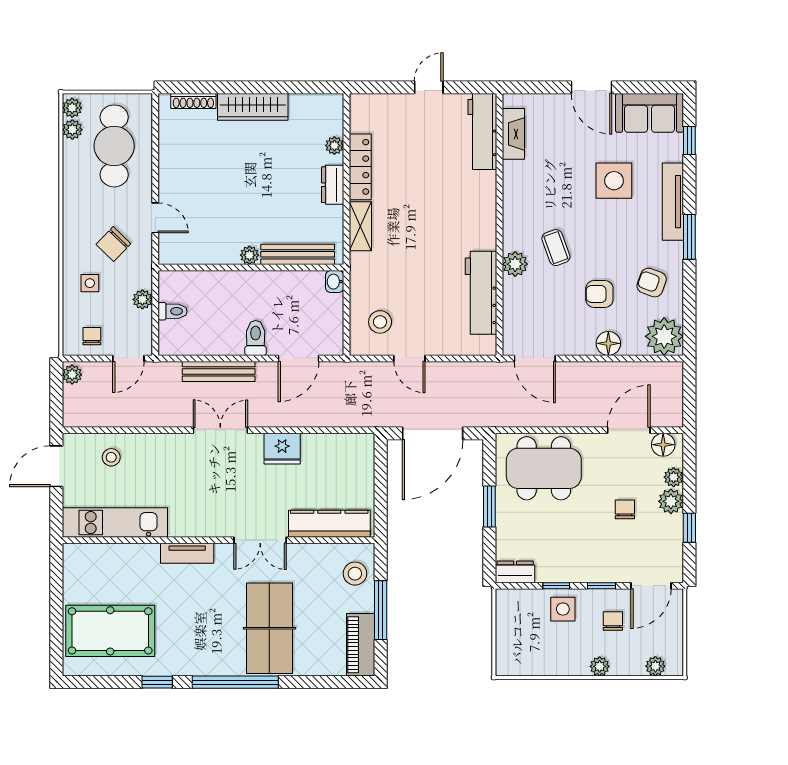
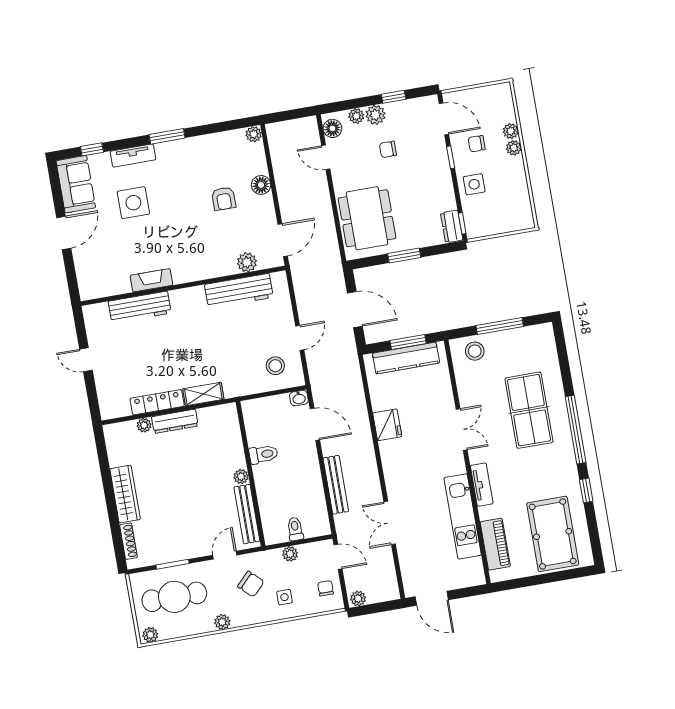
plant: (72, 130) -> (222, 622), moved
workbench: (482, 131) -> (140, 307), moved
fireplace: (513, 134) -> (151, 280), moved
window: (155, 151) -> (172, 564), added
dresser: (333, 185) -> (175, 421), width x1.44
tv unit: (673, 202) -> (133, 156), width x0.71
coffee table: (556, 248) -> (193, 239), removed
bench: (298, 254) -> (247, 514), moved
plant: (515, 264) -> (247, 262), moved
washbasin: (335, 282) -> (299, 398), moved
armchair: (652, 283) -> (208, 159), removed
chair: (92, 336) -> (326, 588), turned 90
plant: (664, 336) -> (254, 134), width x0.53, depth x0.53
toilet: (256, 338) -> (263, 454), moved, turned 180
double door: (220, 430) -> (390, 523), moved
door: (629, 430) -> (326, 157), width x0.73
door: (433, 433) -> (355, 310), width x0.73
stool: (111, 457) -> (417, 557), removed
window: (381, 492) -> (408, 342), added
kitchen unit: (115, 523) -> (463, 516), moved
kitchen counter: (329, 524) -> (406, 358), moved, turned -90
window: (556, 586) -> (462, 223), moved
table tennis table: (269, 628) -> (529, 410), turned 90
piano: (361, 645) -> (495, 544), moved, turned -90
plant: (655, 666) -> (511, 131), moved

